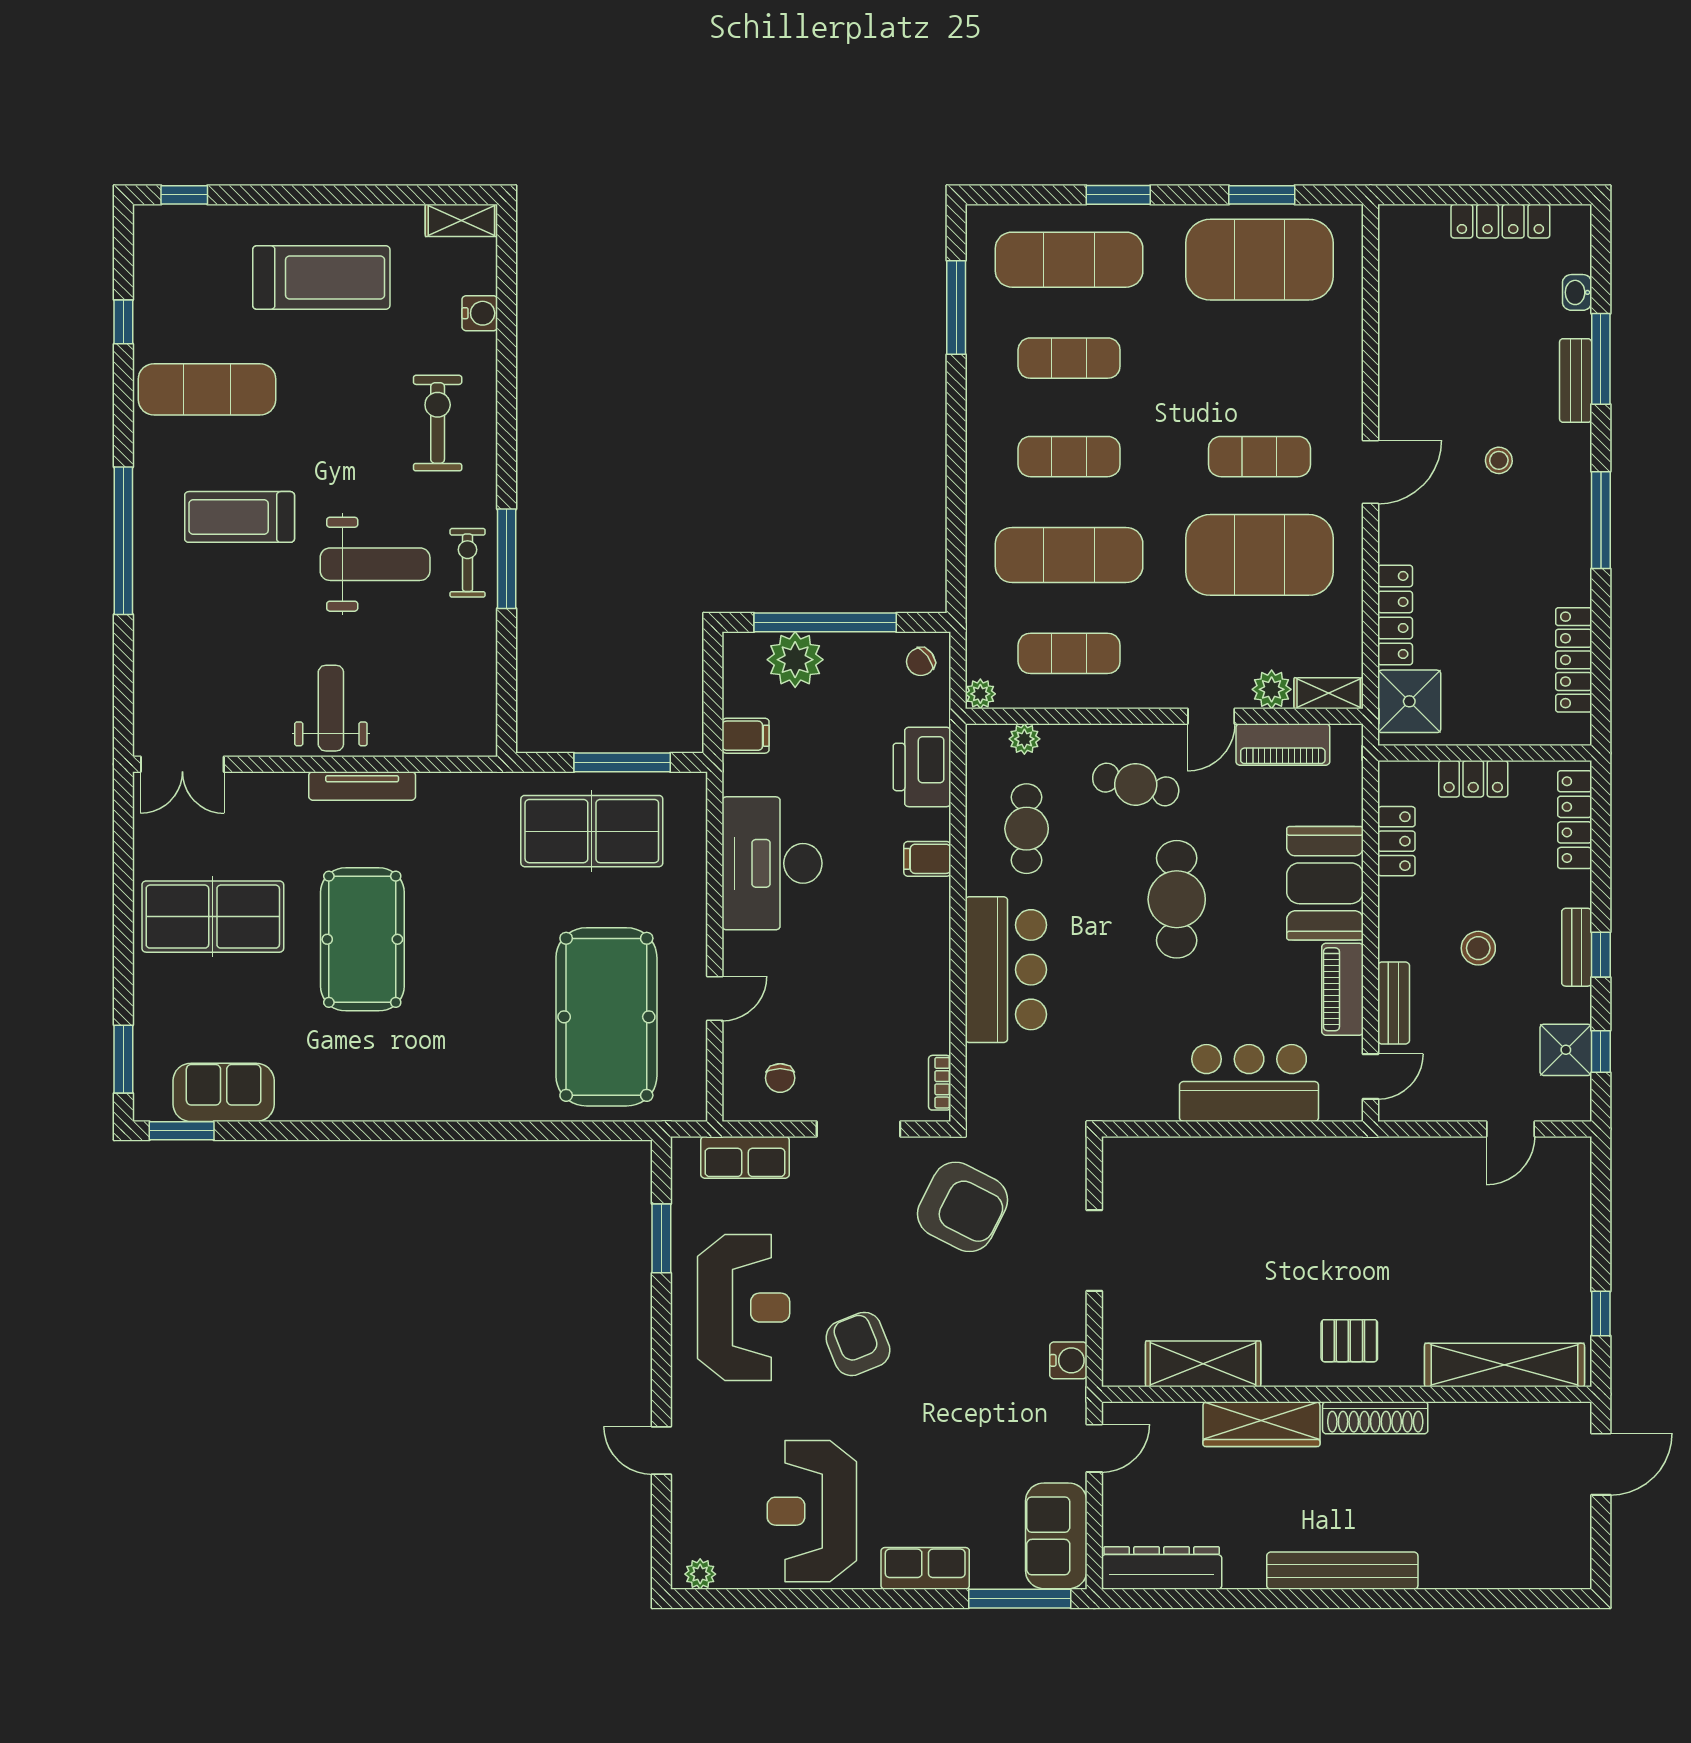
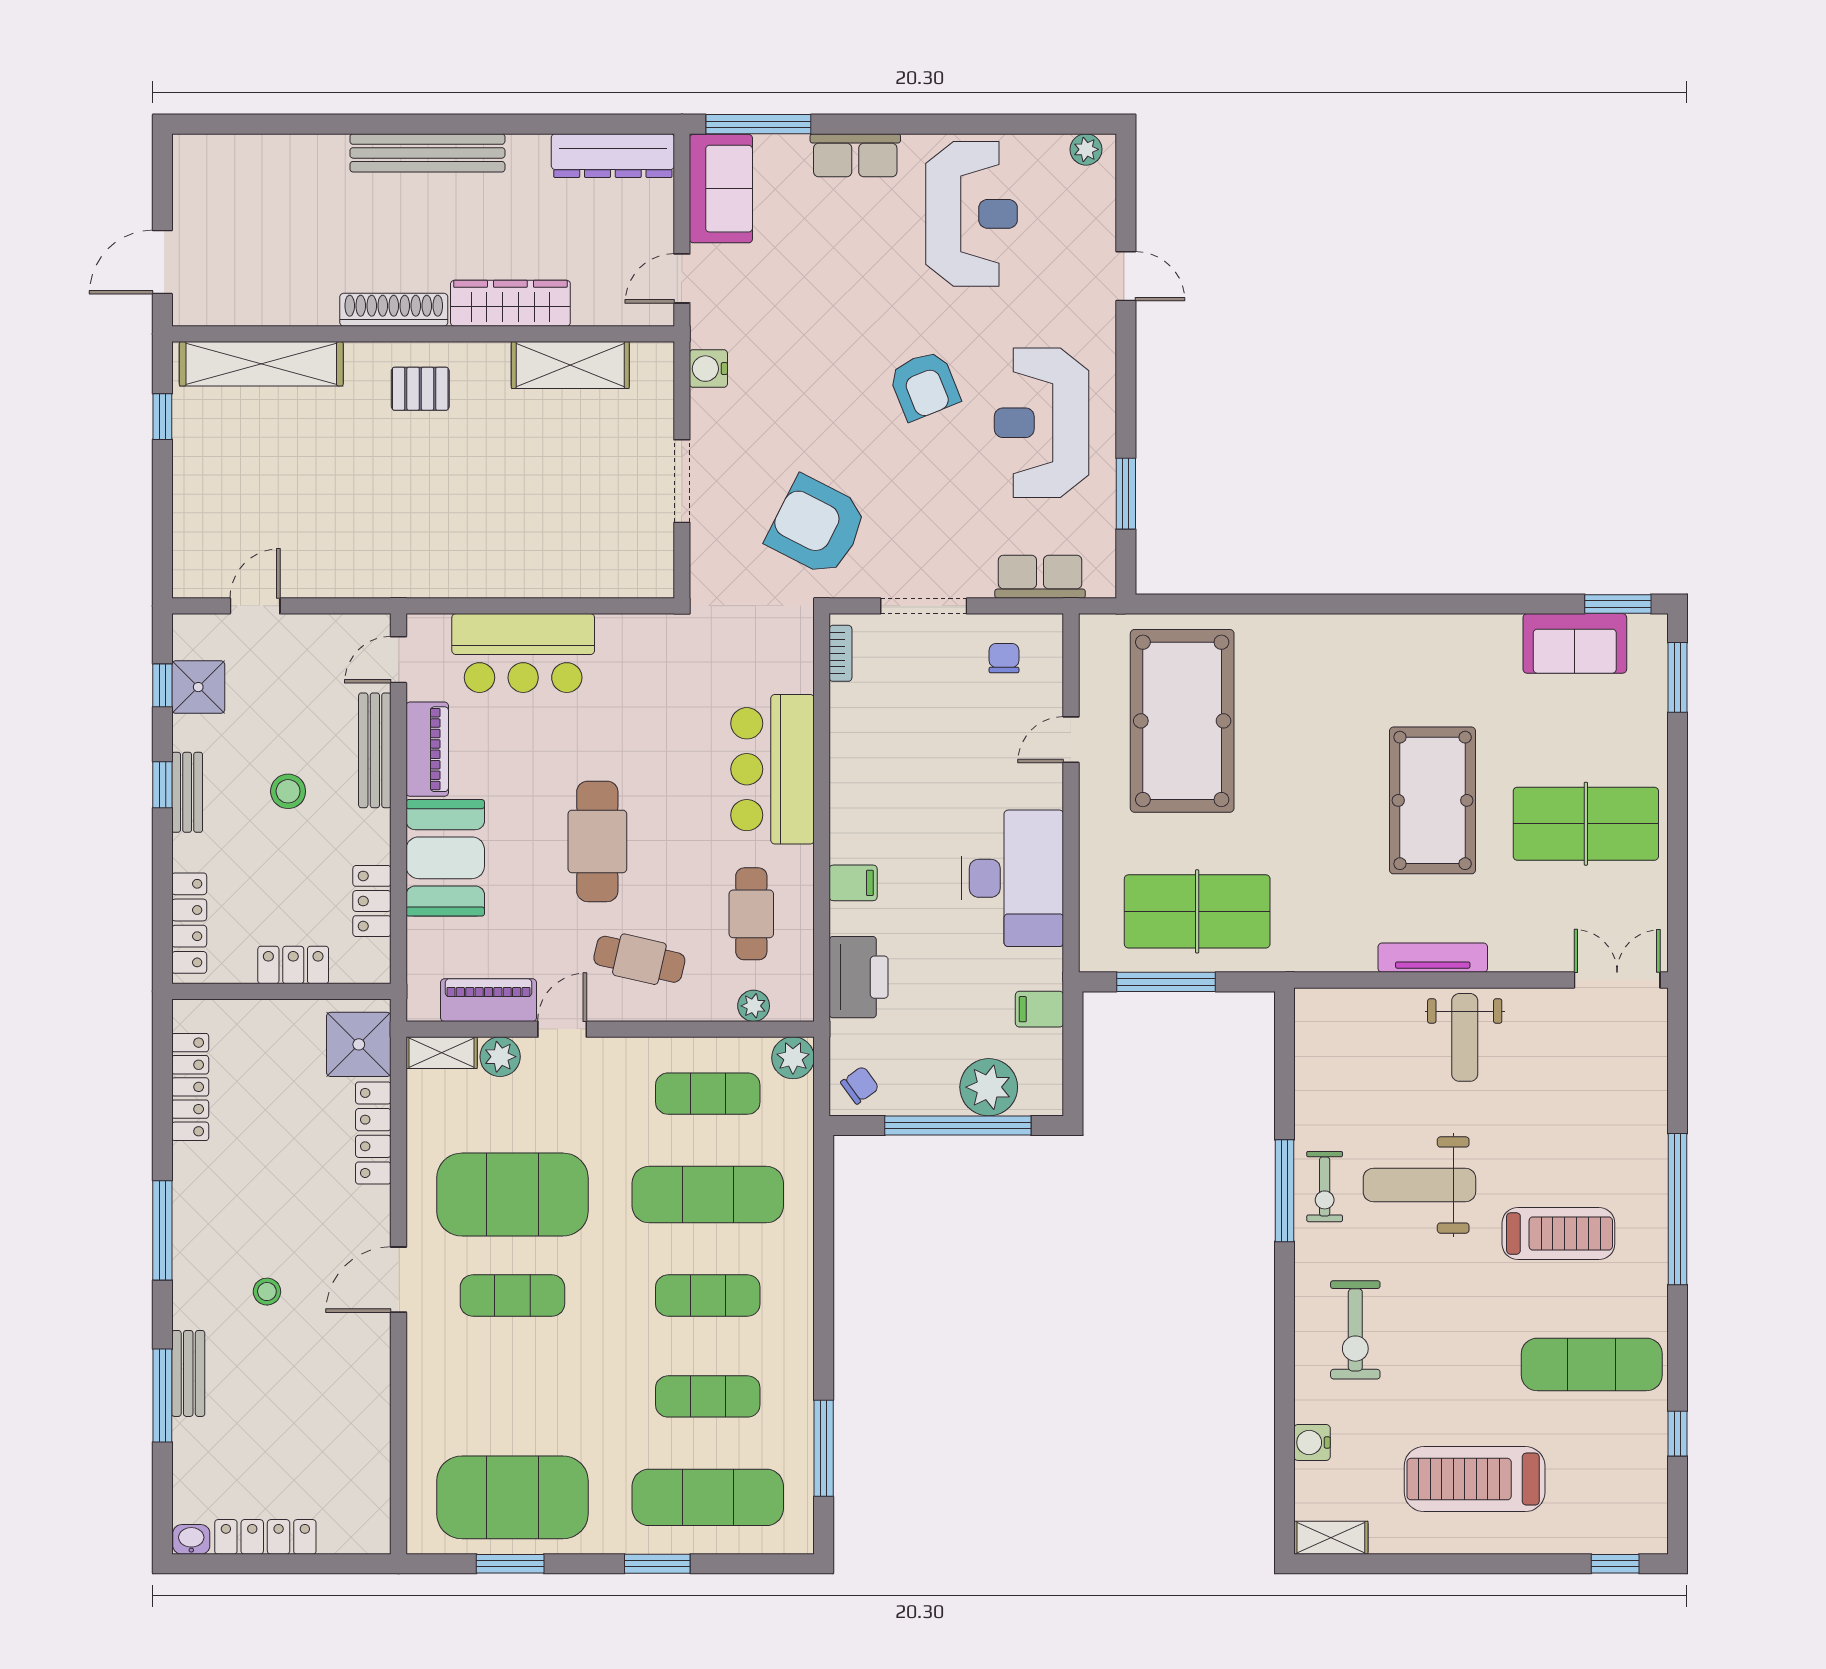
washbasin: (1577, 292) -> (191, 1539), moved, turned -90
plant: (980, 694) -> (793, 1058), width x1.38, depth x1.38
bench: (1394, 1003) -> (375, 750), width x1.36

